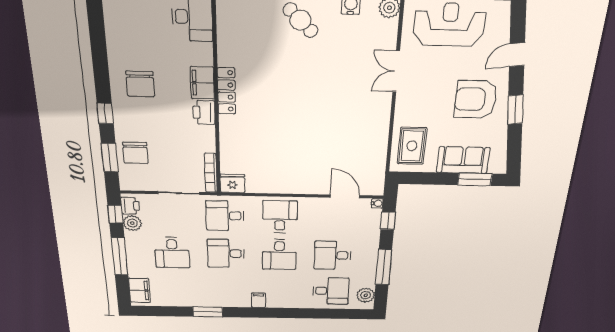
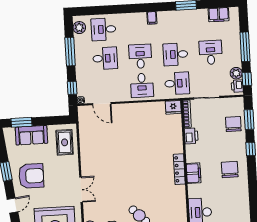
printer: (204, 112) -> (191, 136), moved
desk: (226, 253) -> (175, 54), turned 180
filing cabinet: (139, 290) -> (219, 15), moved, turned -90

